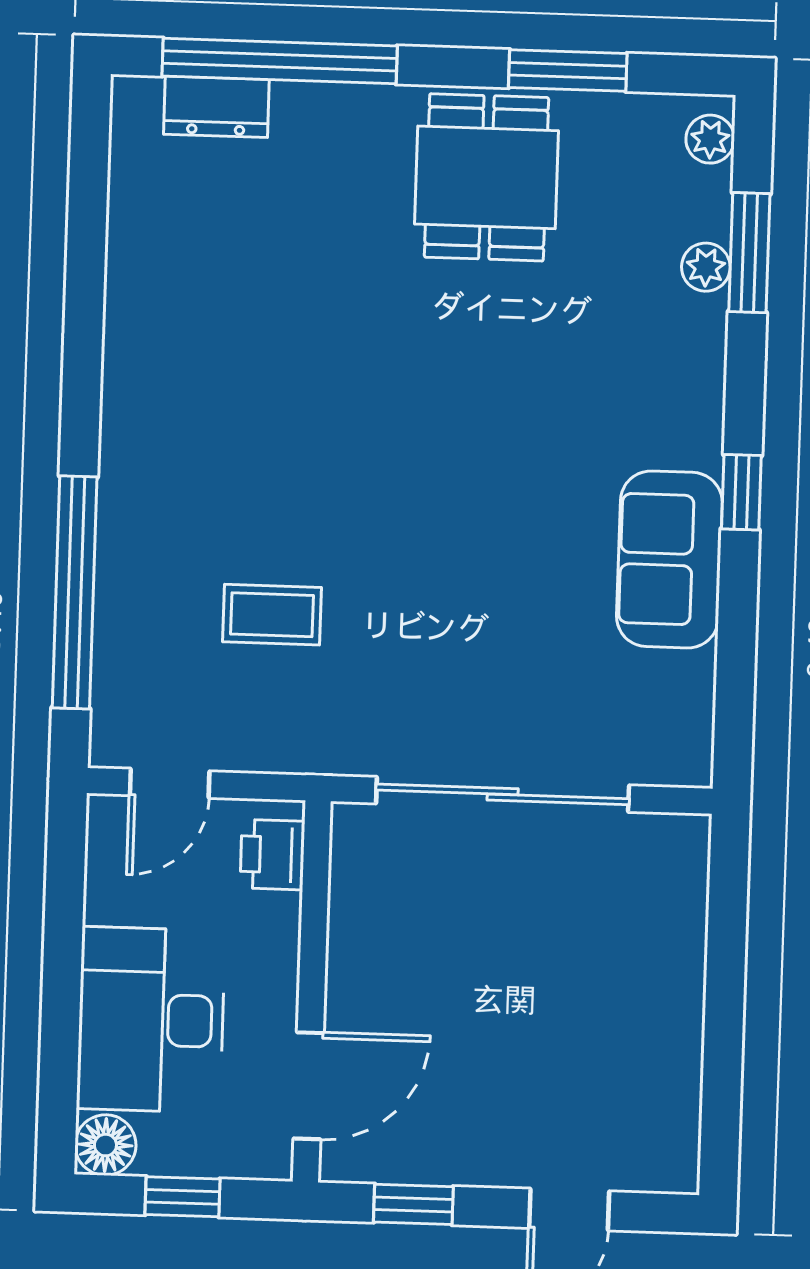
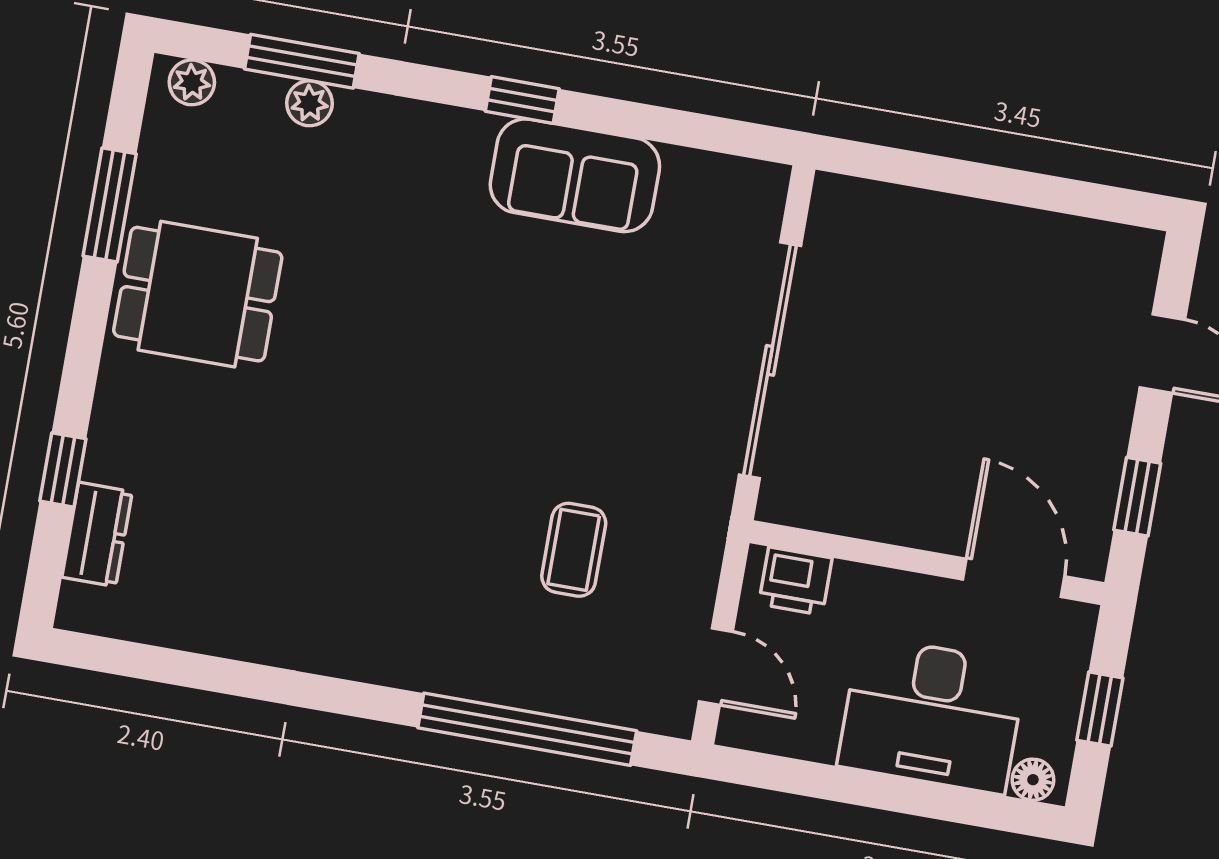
window: (280, 61) -> (63, 470), width x0.32
floor lamp: (105, 1145) -> (1033, 780), width x0.73, depth x0.73

